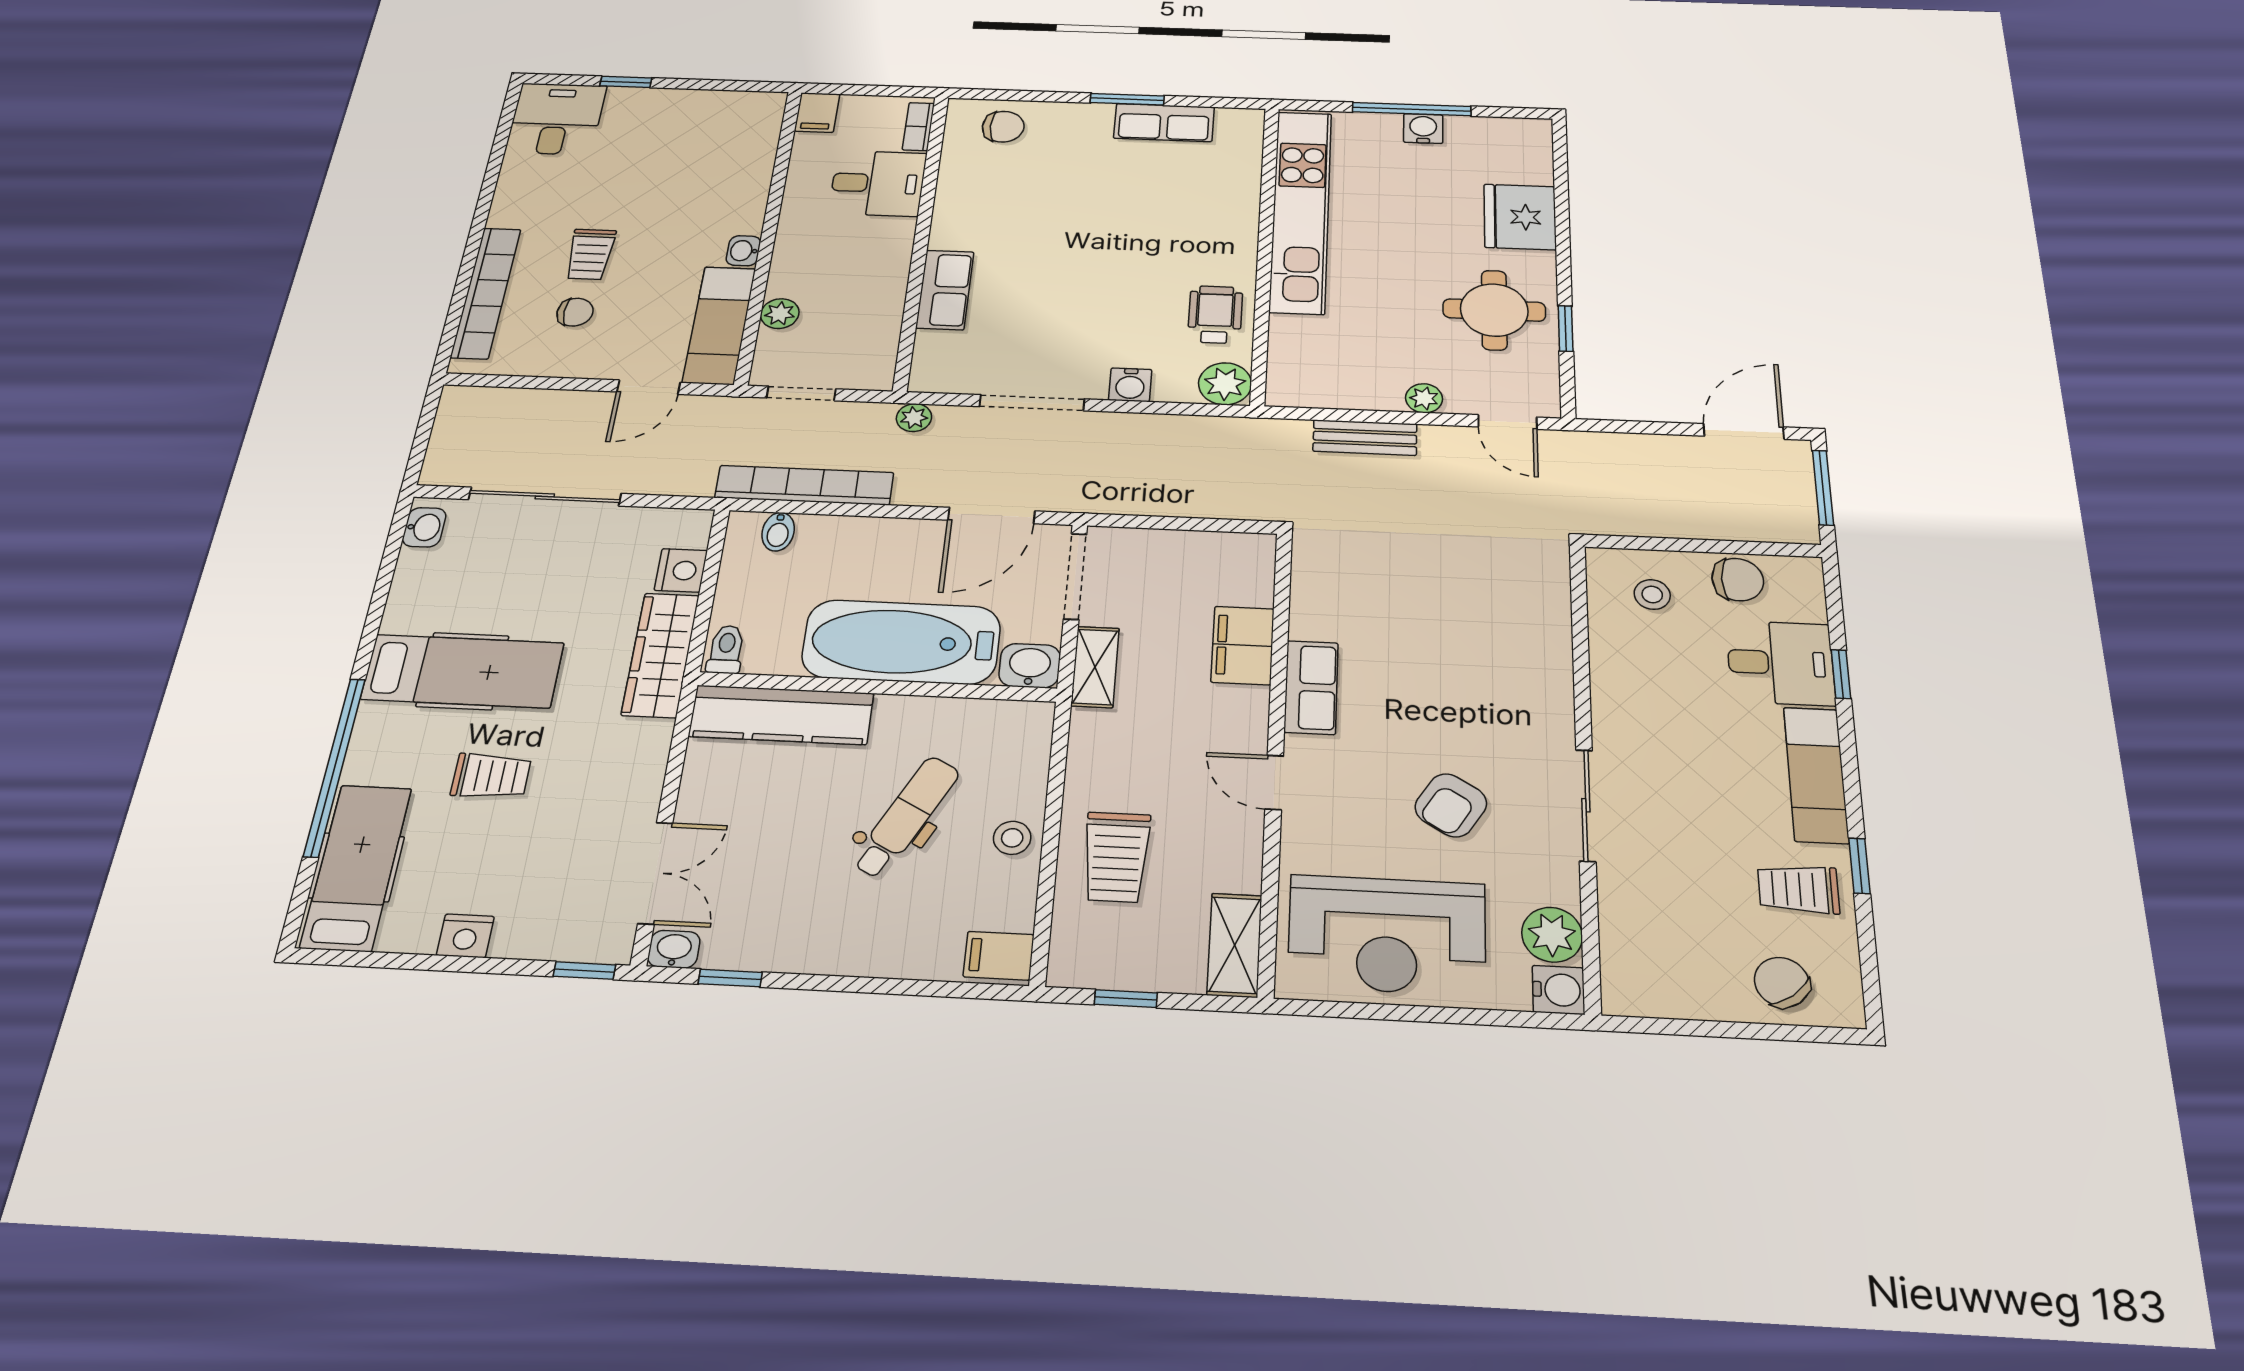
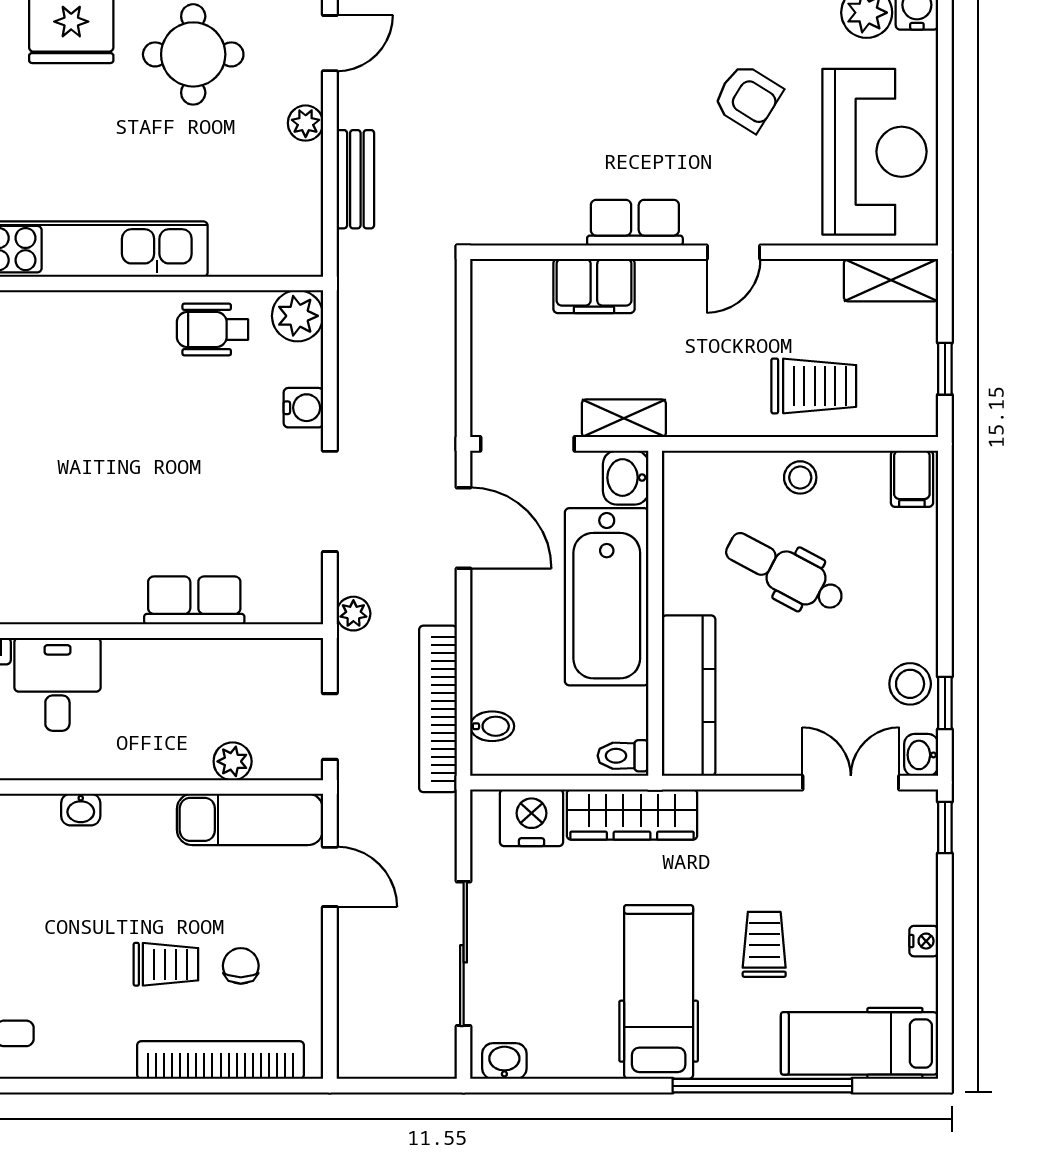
washbasin: (743, 251) -> (81, 810), moved
nightstand: (681, 570) -> (531, 818), width x1.36, depth x1.33
nightstand: (465, 936) -> (924, 941), width x0.72, depth x0.74
stool: (759, 941) -> (910, 684), added

